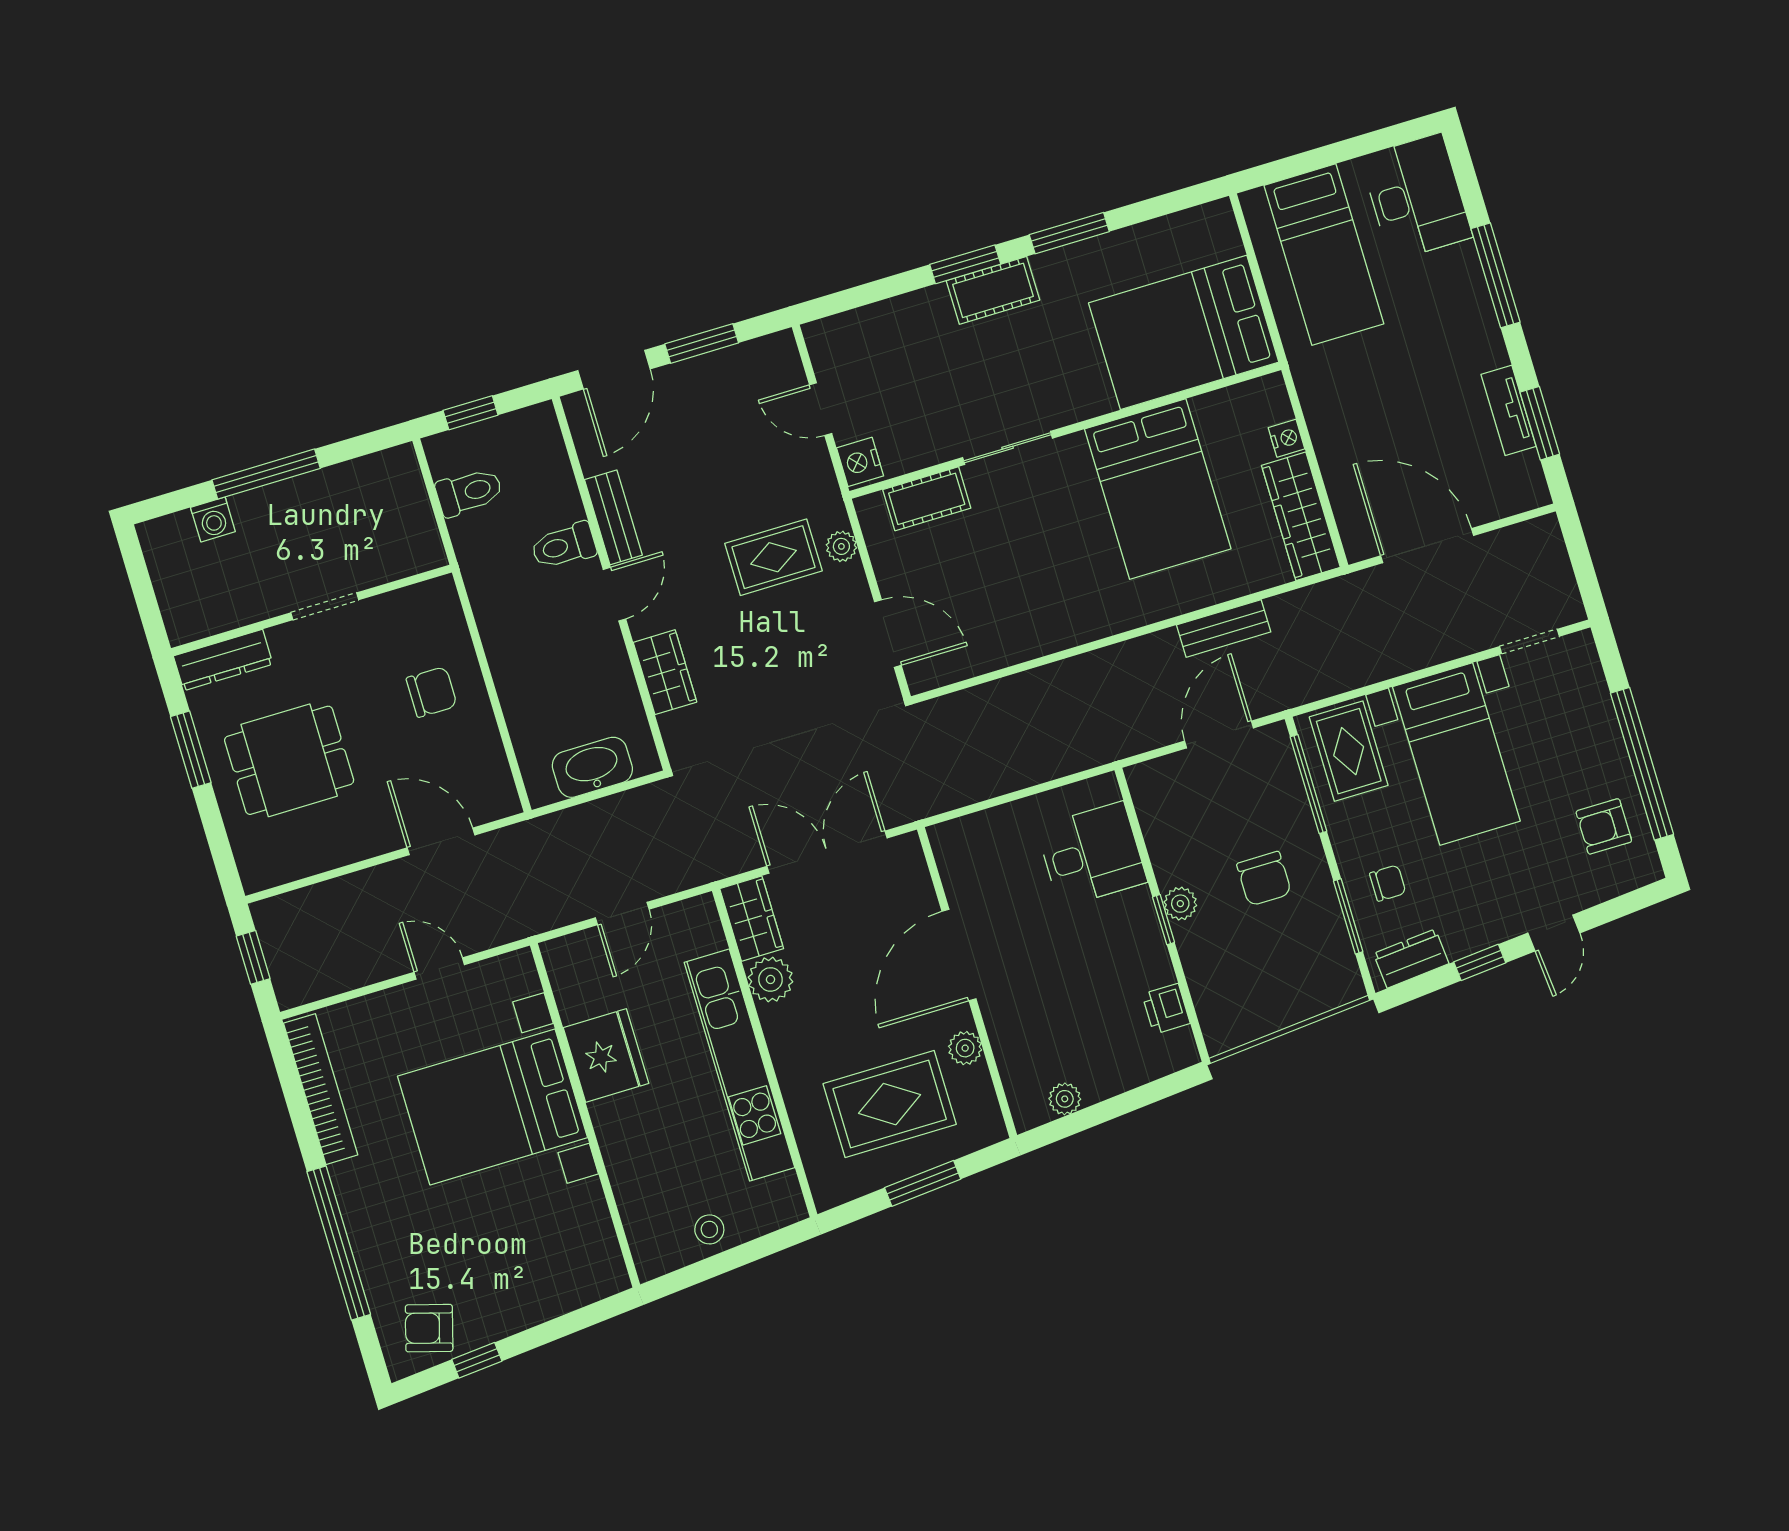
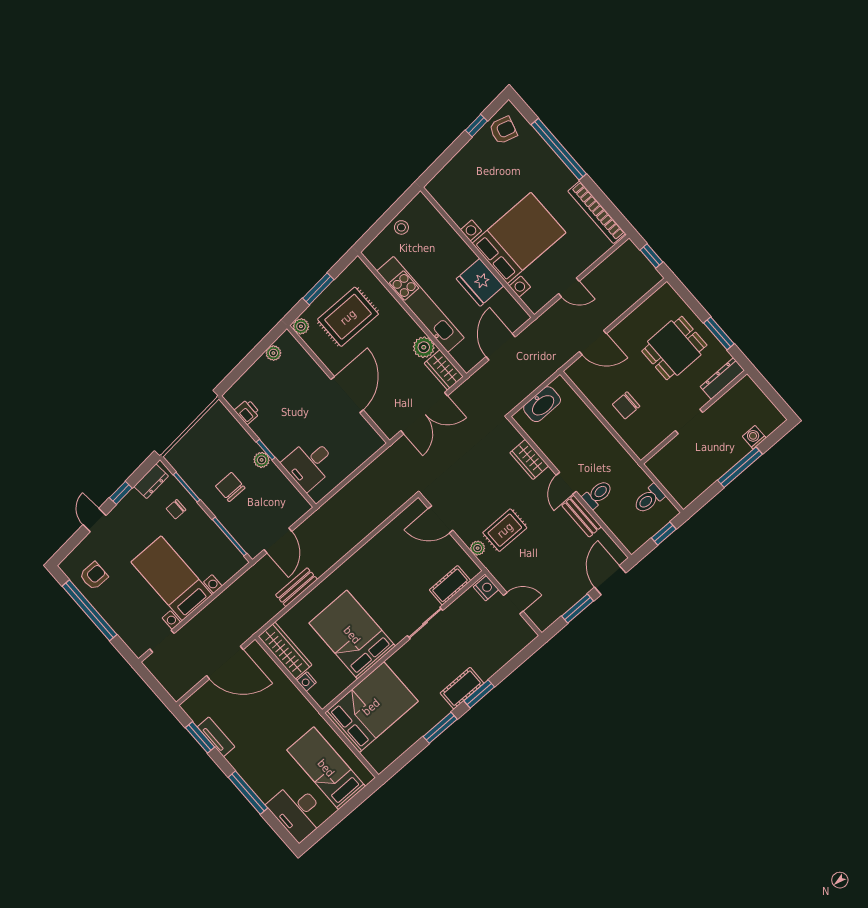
rug: (1349, 751) -> (219, 559), removed
door: (622, 914) -> (501, 347), width x1.38
plant: (965, 1048) -> (301, 326), moved

